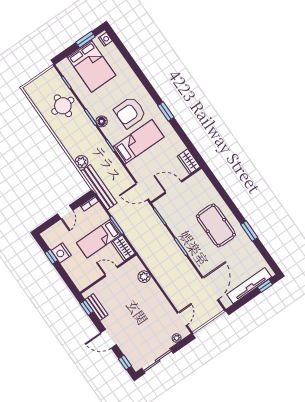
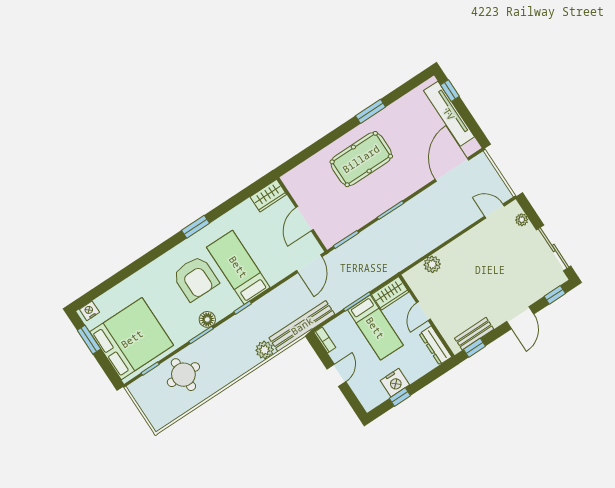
bed: (91, 66) -> (132, 339), width x1.36
door: (65, 212) -> (336, 375), hinge flipped
dresser: (88, 280) -> (435, 345), added
door: (210, 289) -> (452, 170), hinge flipped

